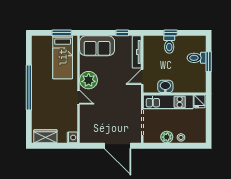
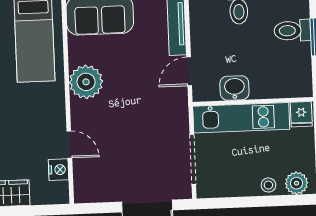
door: (79, 97) -> (69, 145), moved
nightstand: (72, 137) -> (58, 170), moved
plant: (167, 137) -> (297, 183), moved

